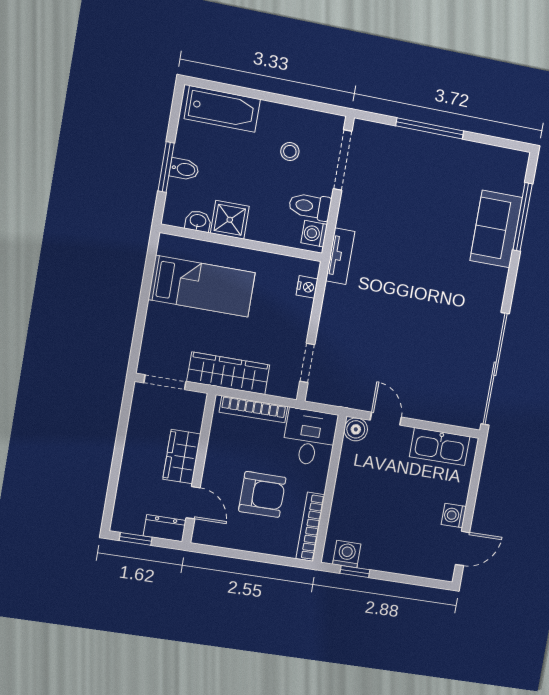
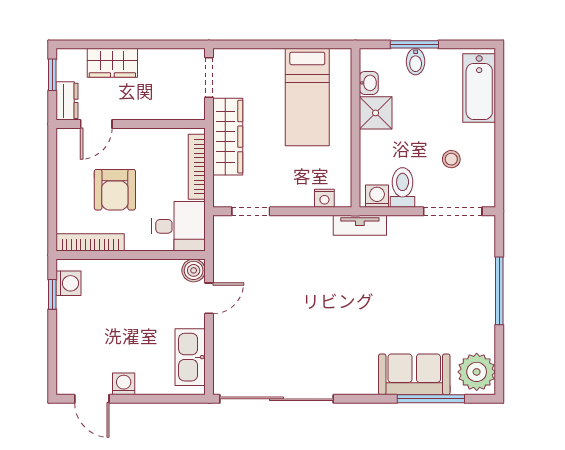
plant: (505, 167) -> (477, 372), added
wardrobe: (182, 457) -> (112, 63), moved, turned 180

